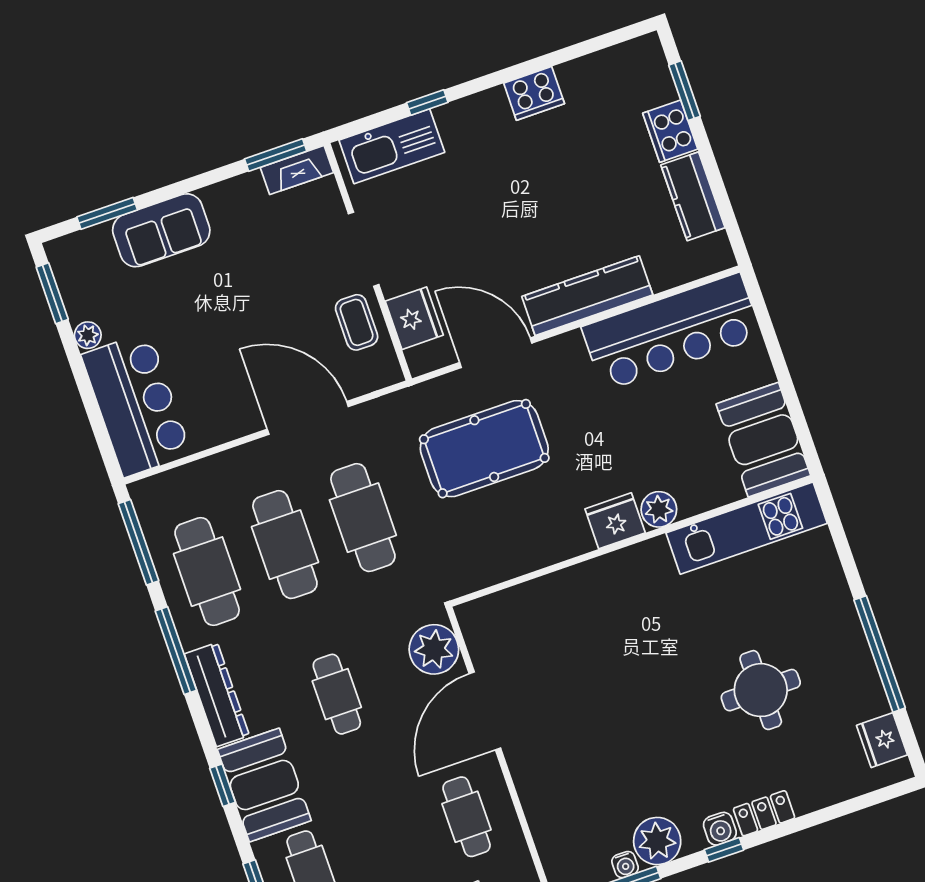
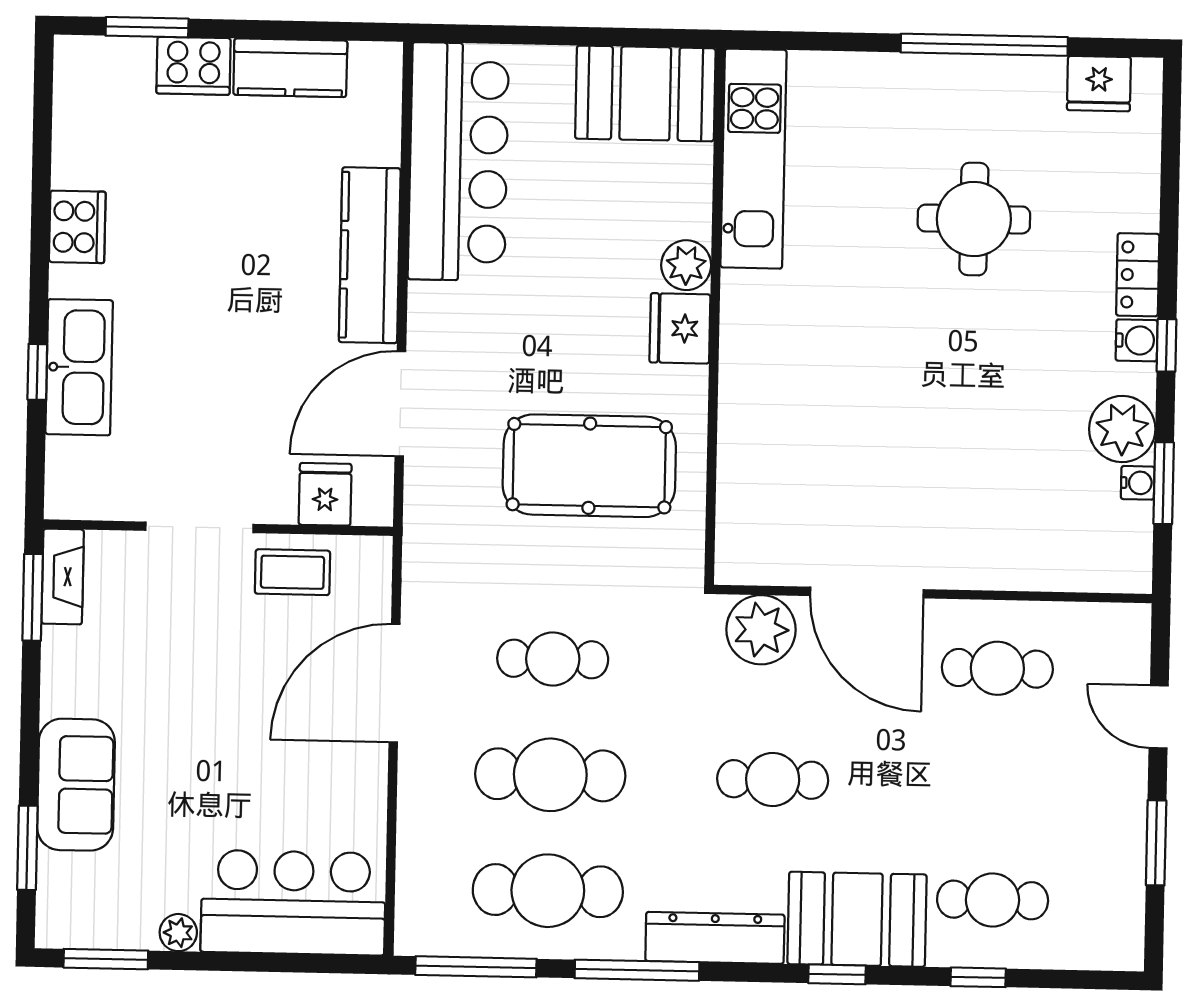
kitchen sink: (392, 146) -> (79, 367), moved
fridge: (414, 318) -> (325, 494), width x0.72
pool table: (484, 449) -> (589, 466), moved, turned 90
cafe table: (363, 518) -> (553, 659), width x0.73, depth x0.74

